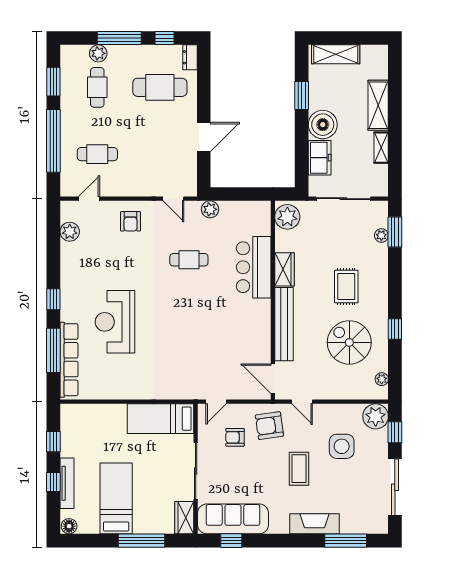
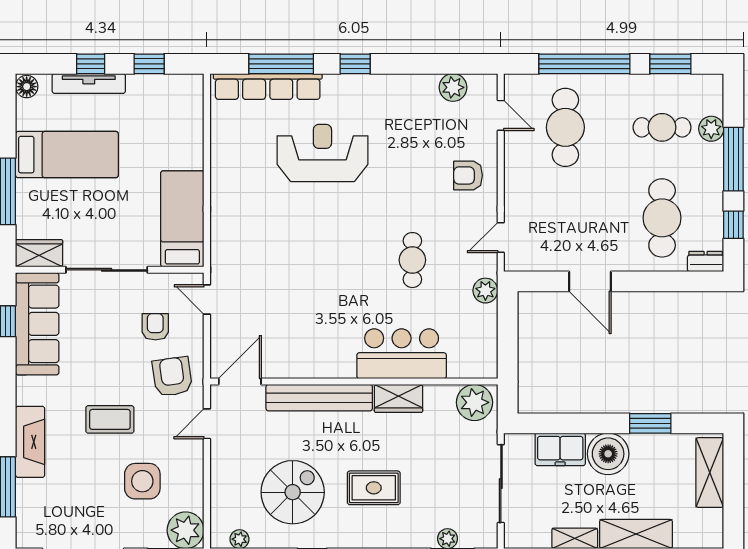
cafe table: (97, 154) -> (565, 127), width x1.37, depth x1.35

